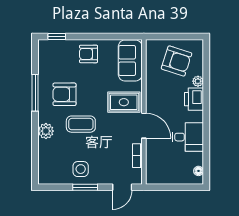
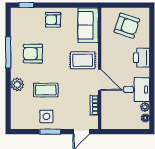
plant: (198, 81) -> (145, 107), moved
coffee table: (81, 124) -> (46, 90), moved

